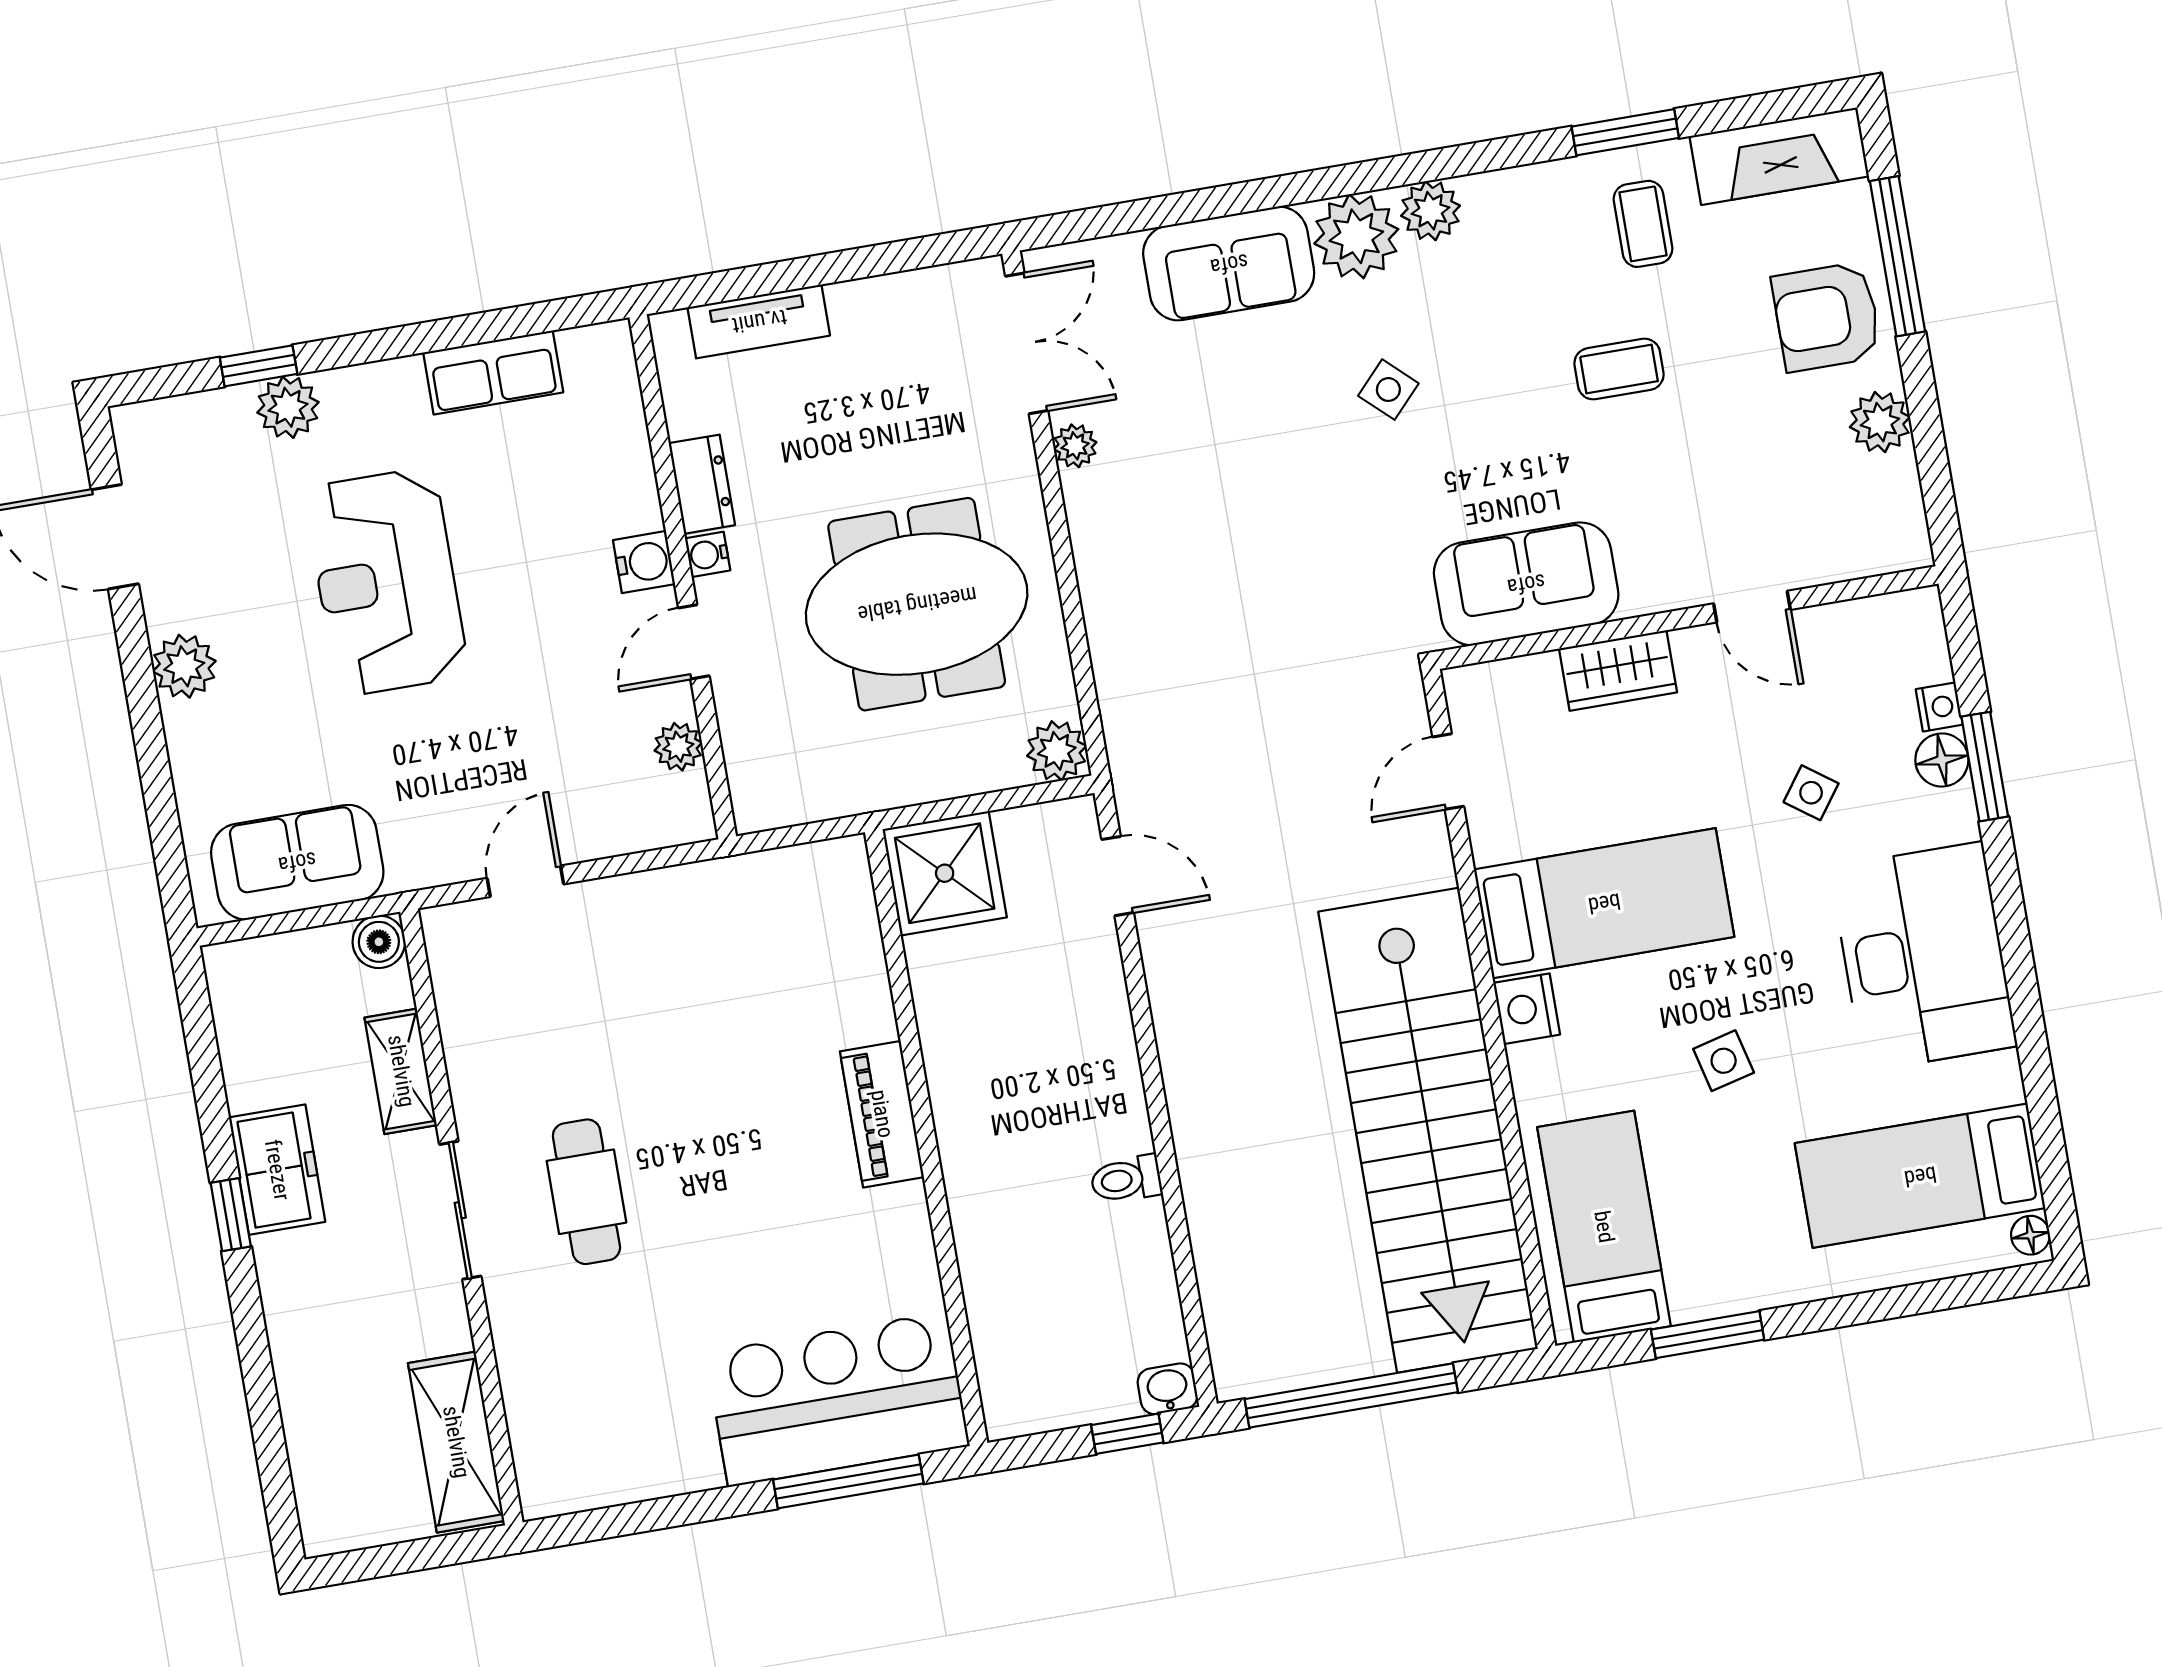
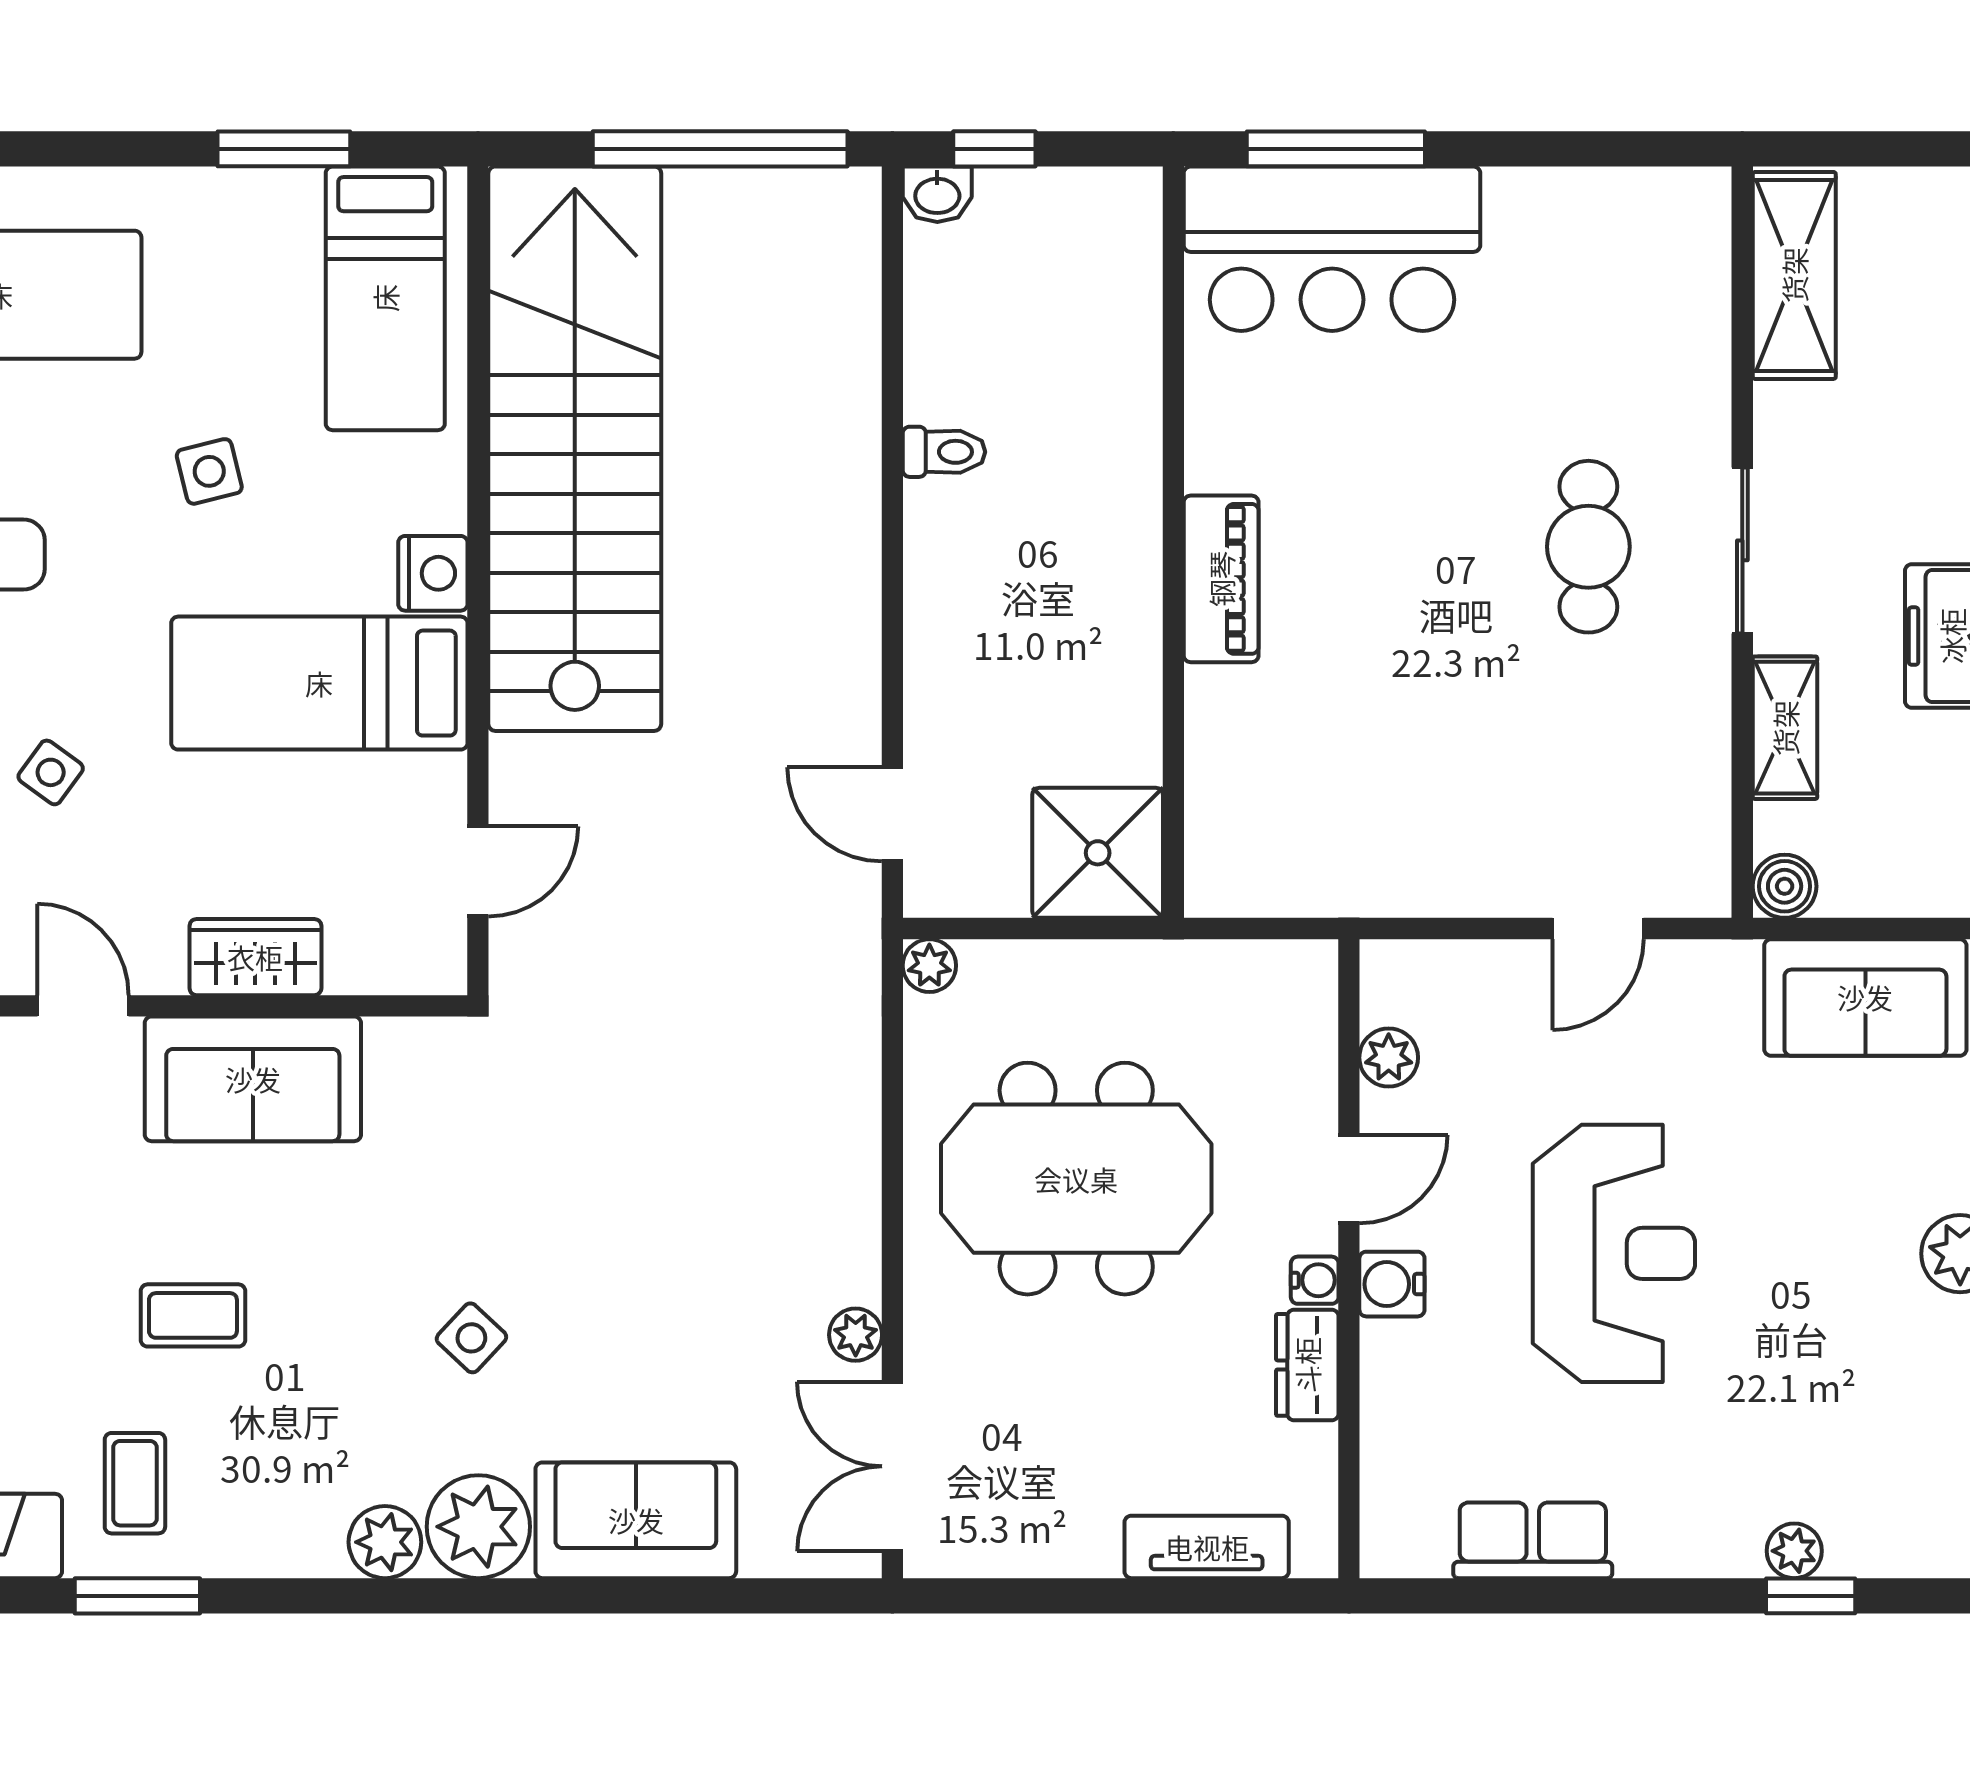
plant: (288, 407) -> (1794, 1551), width x0.73, depth x0.73
reception desk: (386, 582) -> (1614, 1253), moved
sofa: (1526, 584) -> (253, 1079), moved
plant: (1057, 751) -> (929, 966), width x0.73, depth x0.73

